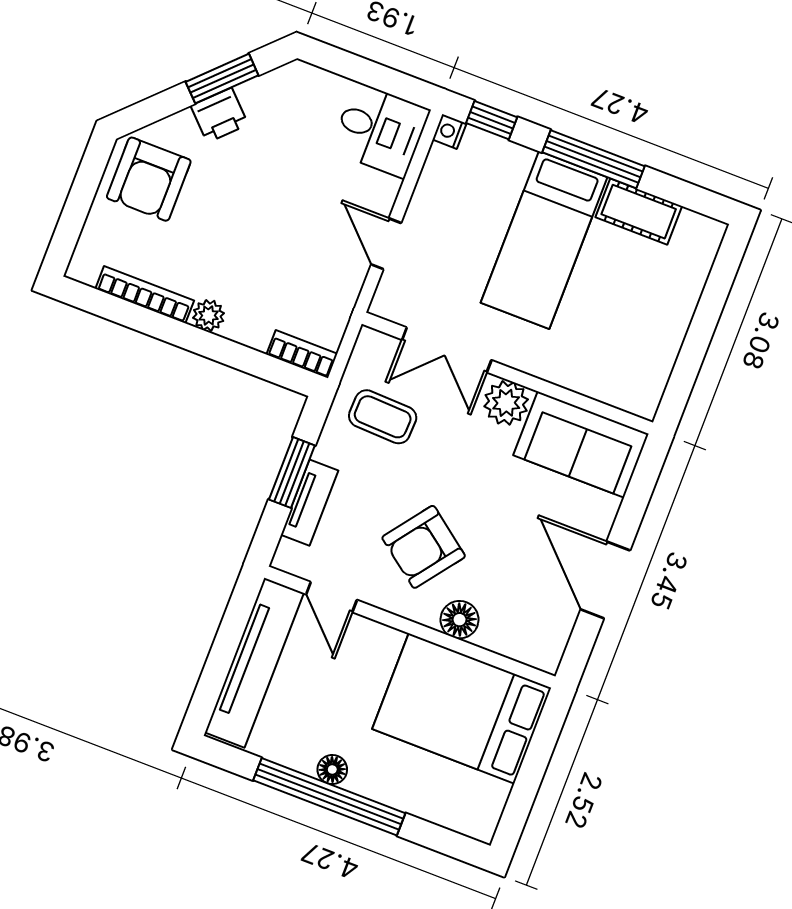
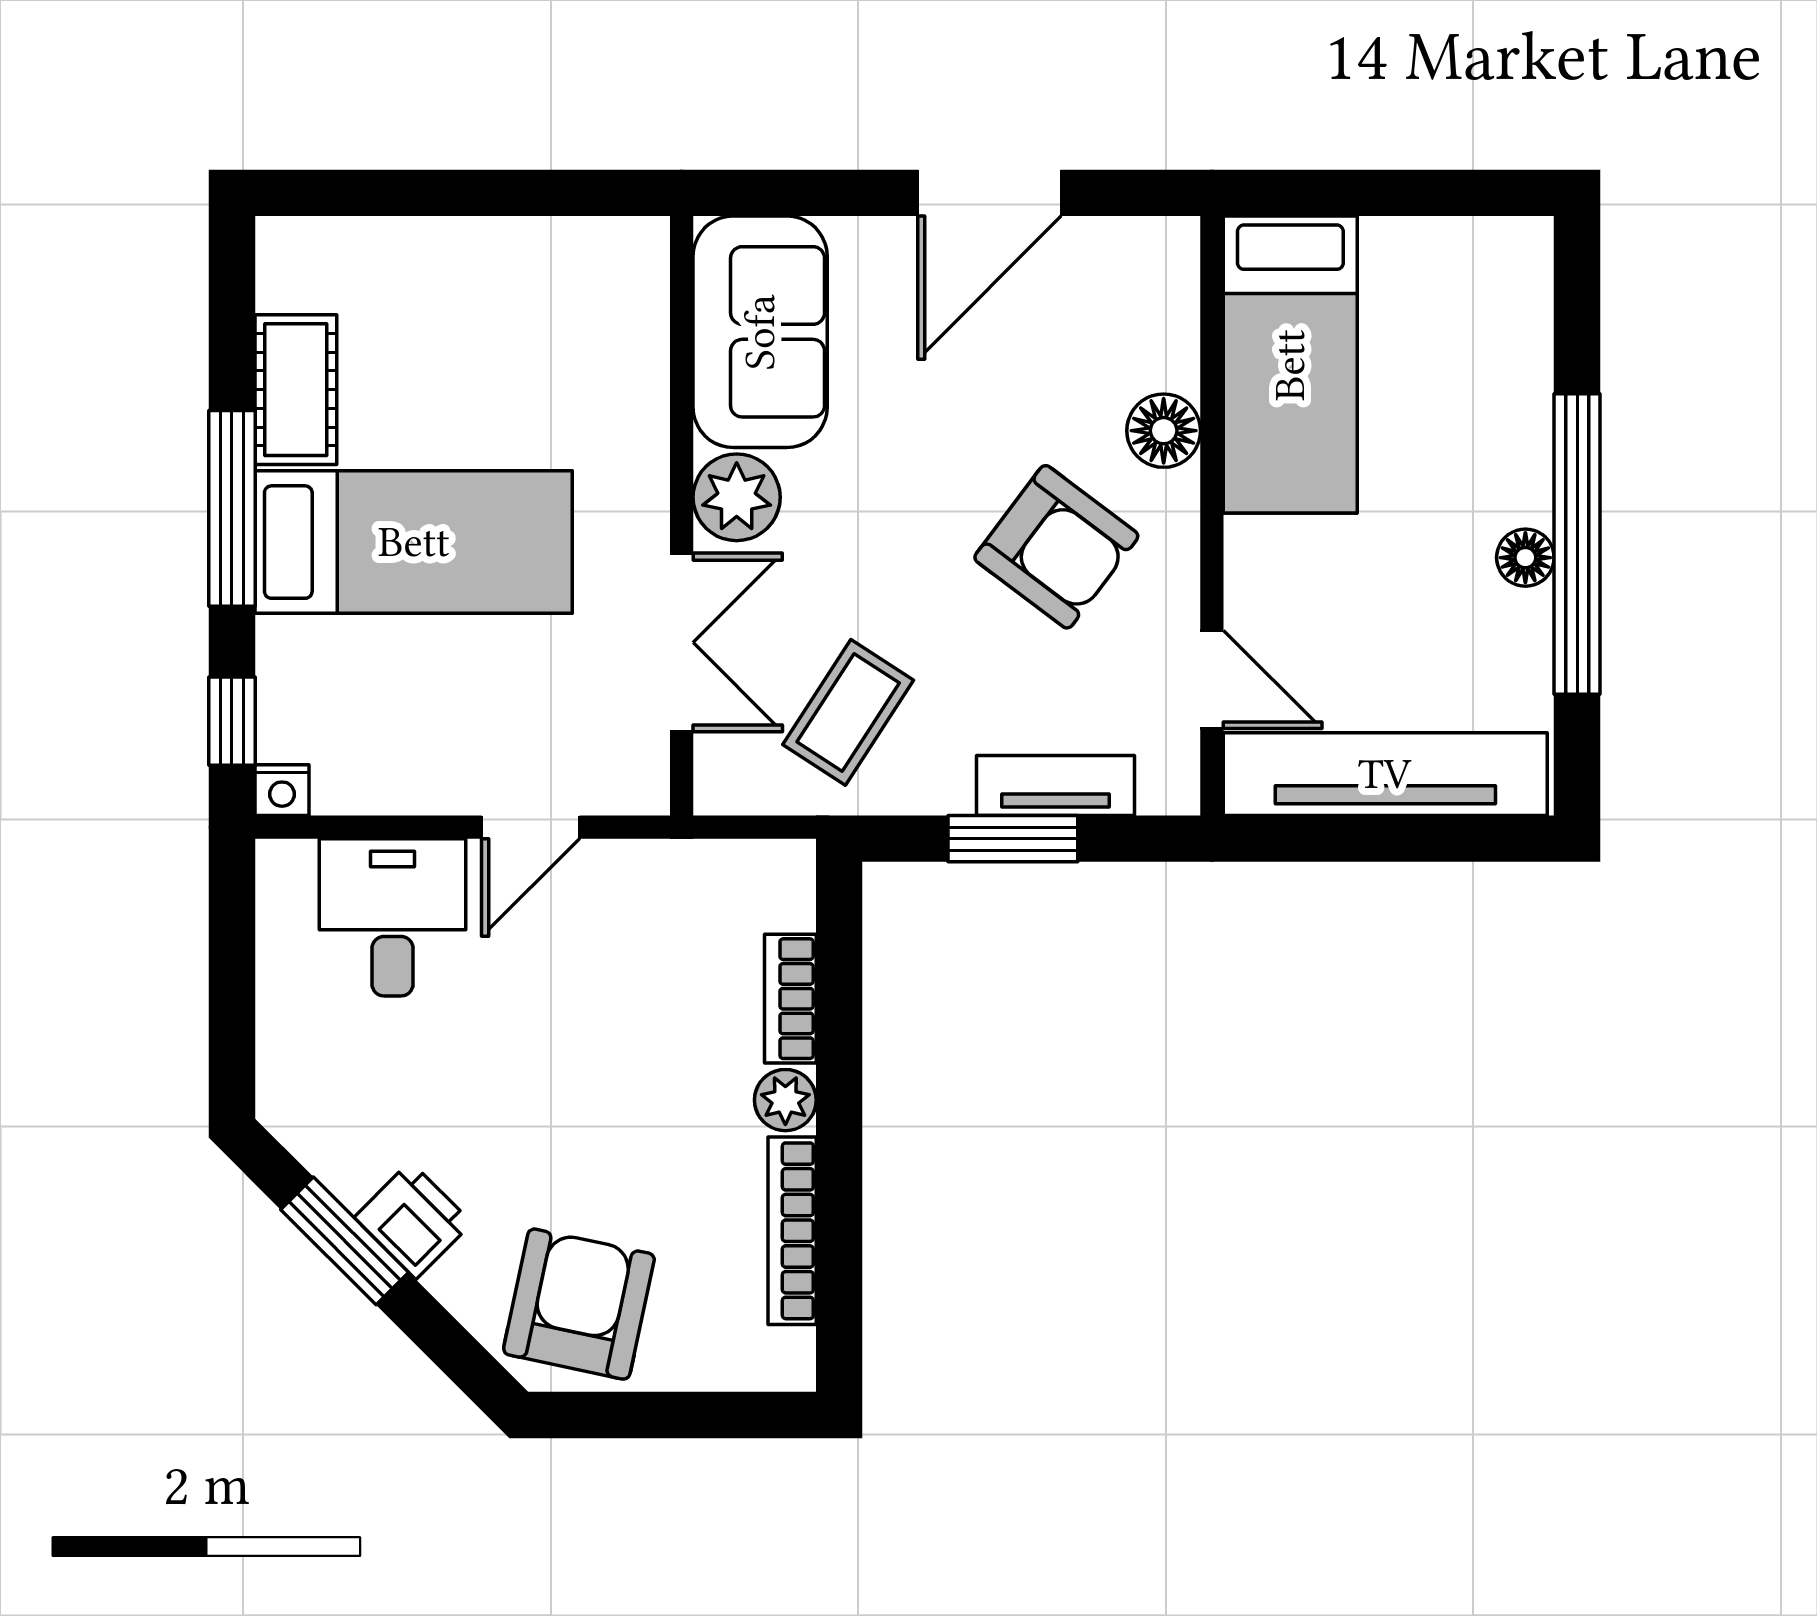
desk: (380, 130) -> (393, 917), moved
armchair: (149, 179) -> (579, 1304), turned -78
bookcase: (302, 354) -> (790, 999), moved
coffee table: (383, 417) -> (848, 712), turned 31
door: (331, 597) -> (1212, 680), hinge flipped
bed: (462, 708) -> (1290, 365), width x0.67

